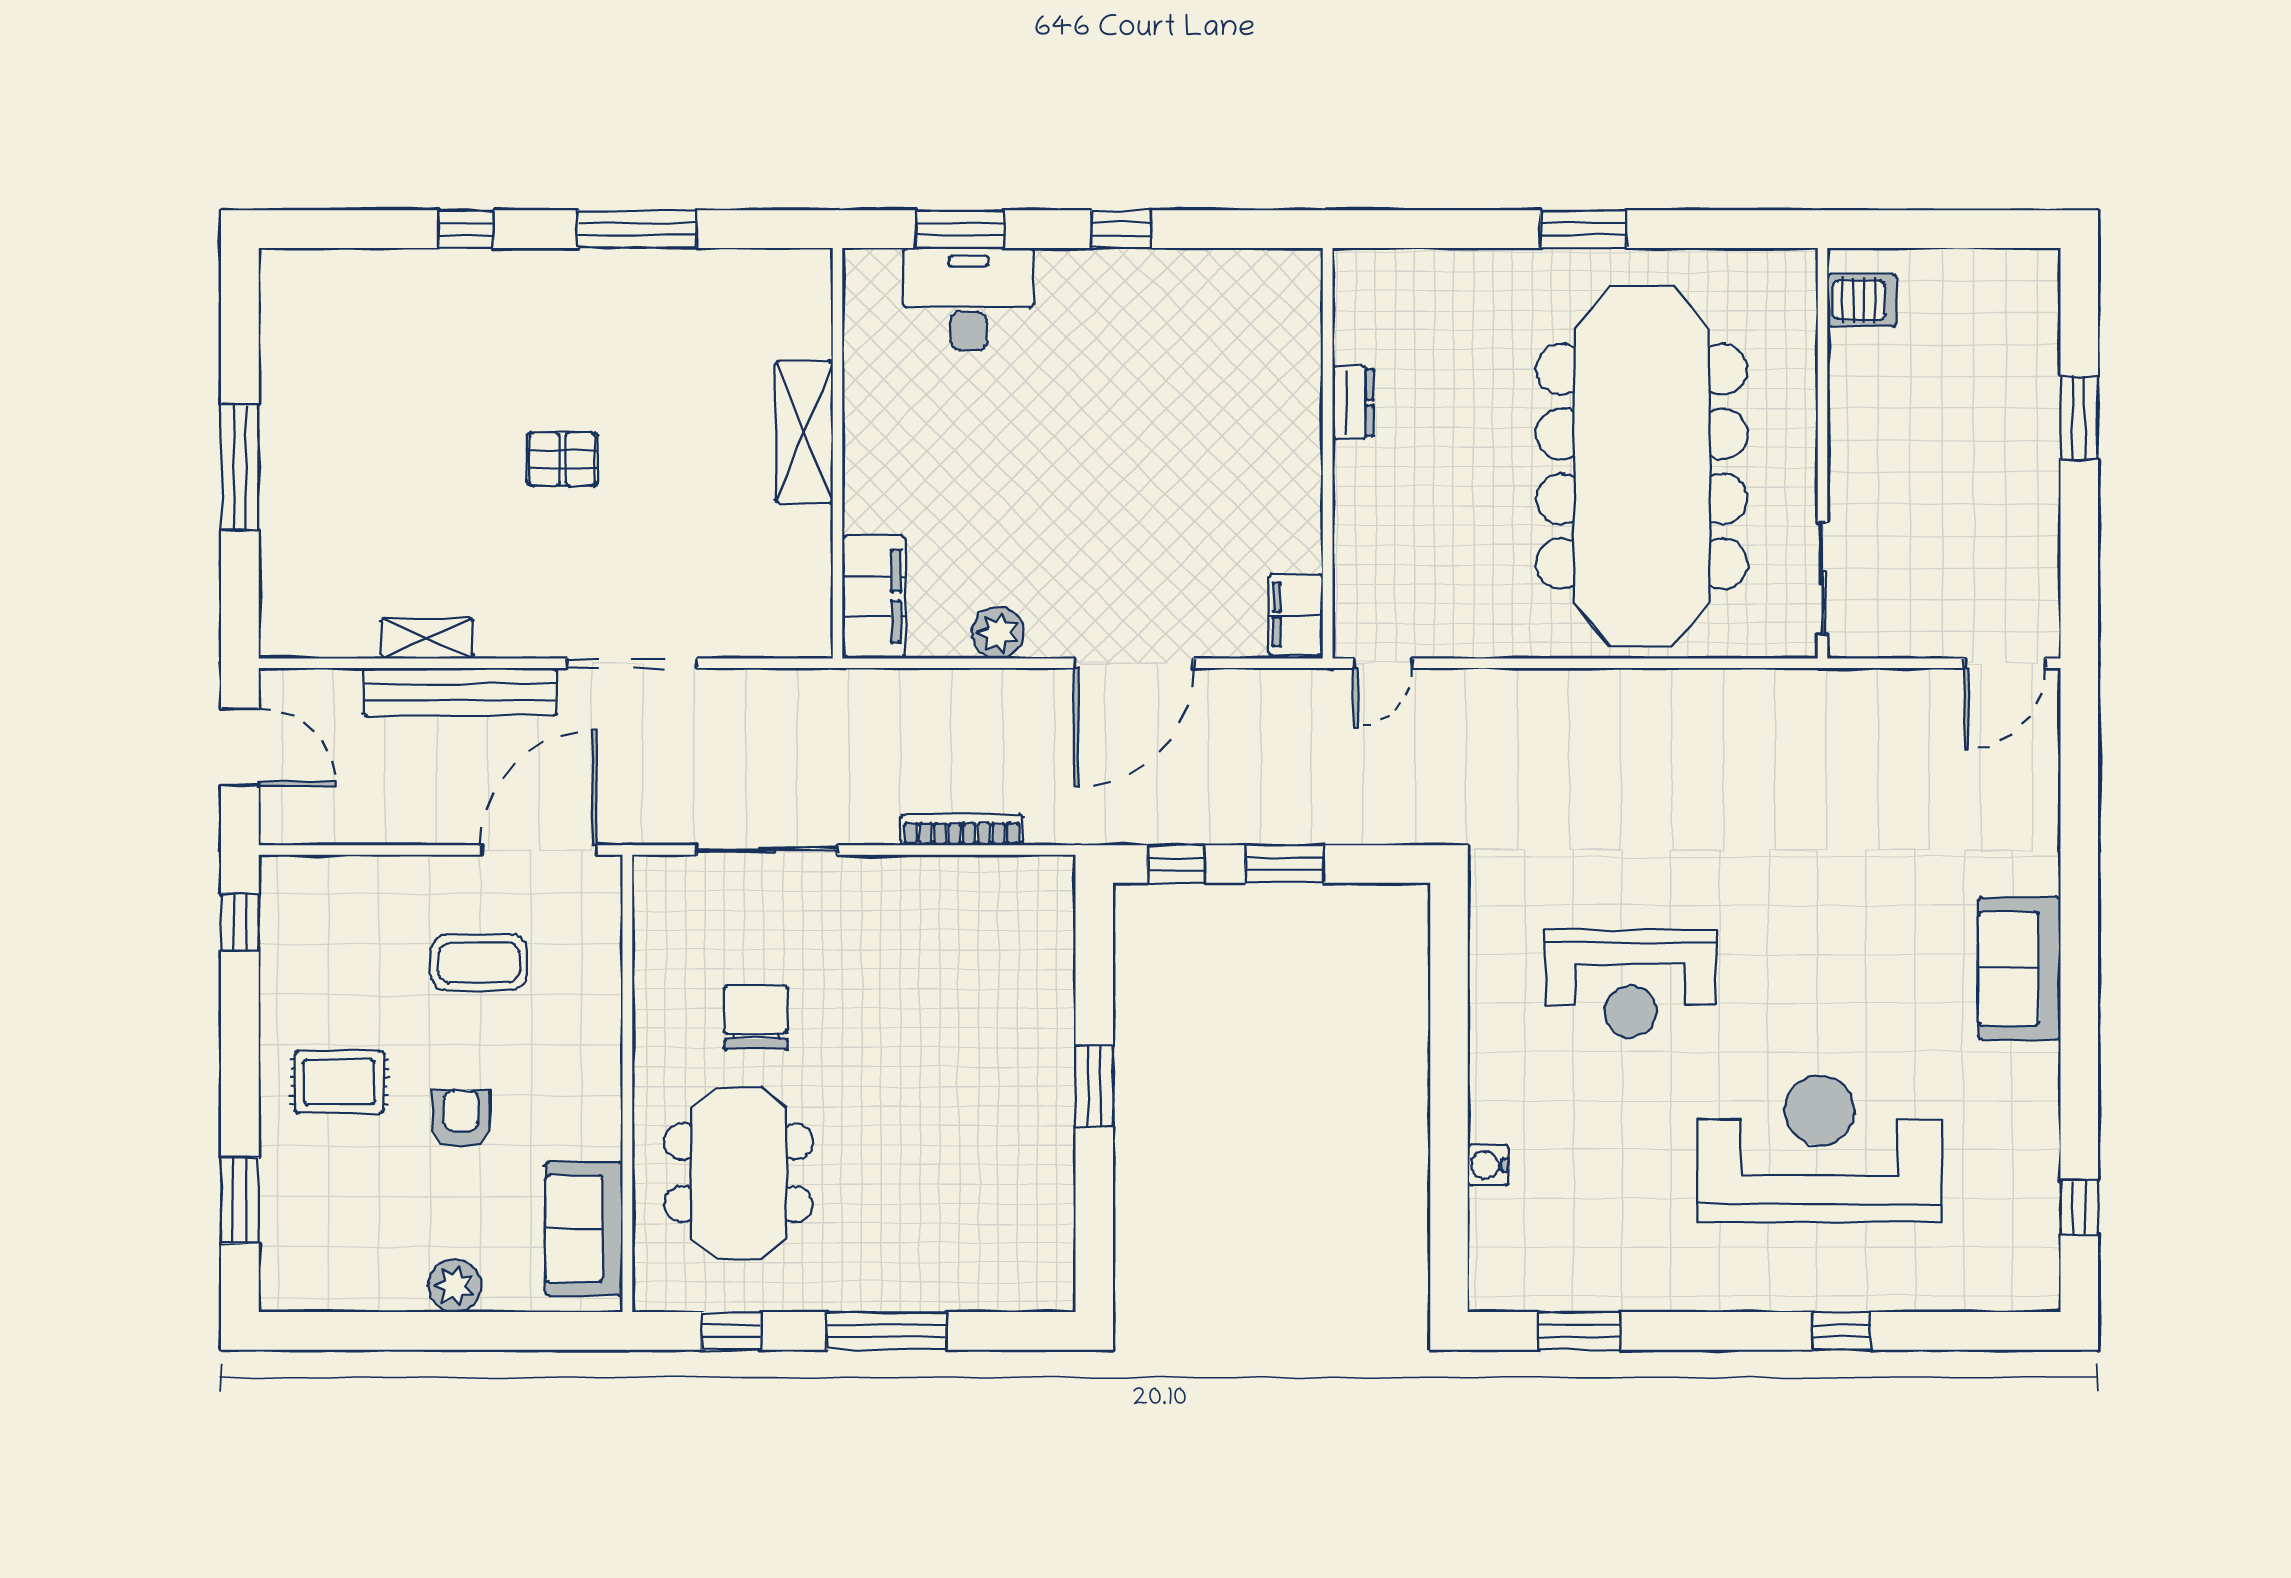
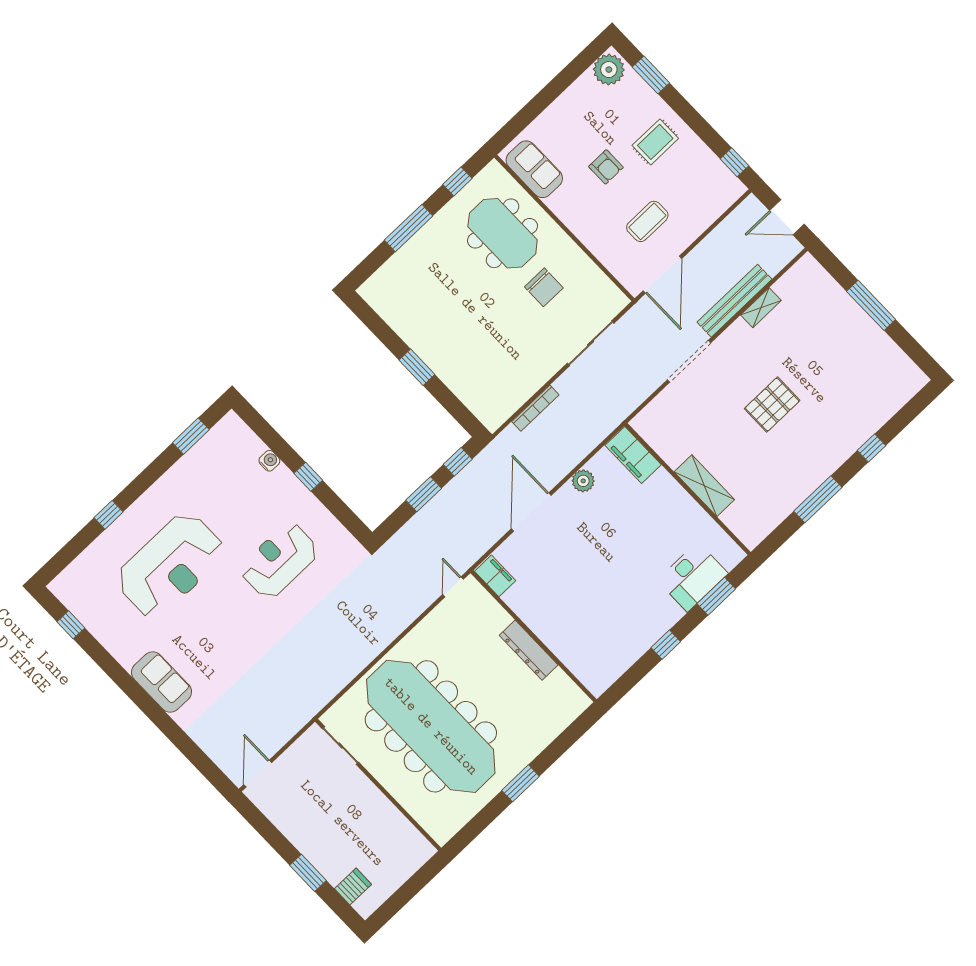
server rack: (1862, 300) -> (353, 887), moved, turned 180
dresser: (1353, 403) -> (529, 650), width x1.96, depth x1.24
pallet: (562, 459) -> (772, 405), width x1.50, depth x1.42
window: (1449, 1077) -> (308, 477), added
plant: (455, 1286) -> (609, 70), moved, width x1.36, depth x1.36

